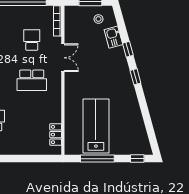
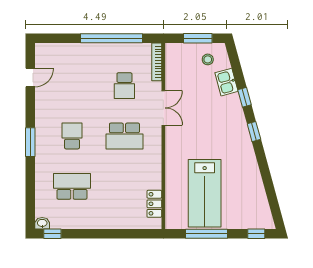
school desk: (32, 40) -> (124, 86), turned 180
lab bench: (96, 126) -> (205, 193), turned 180

